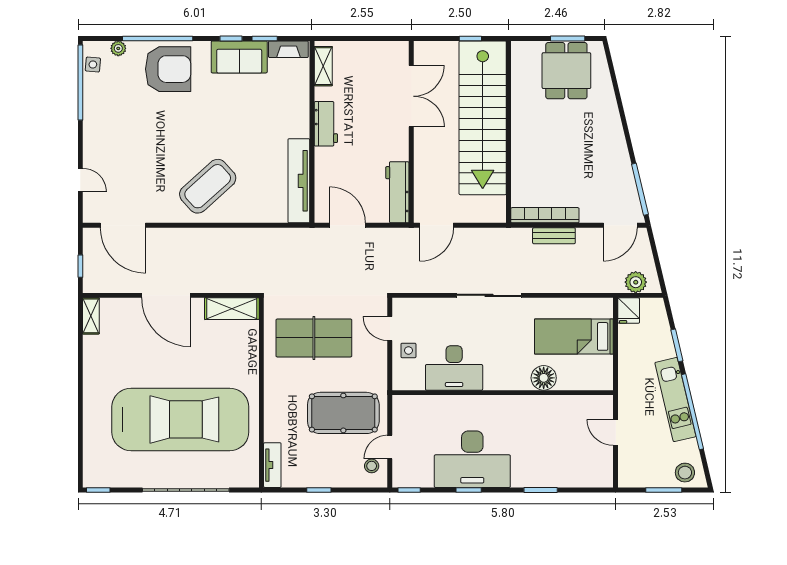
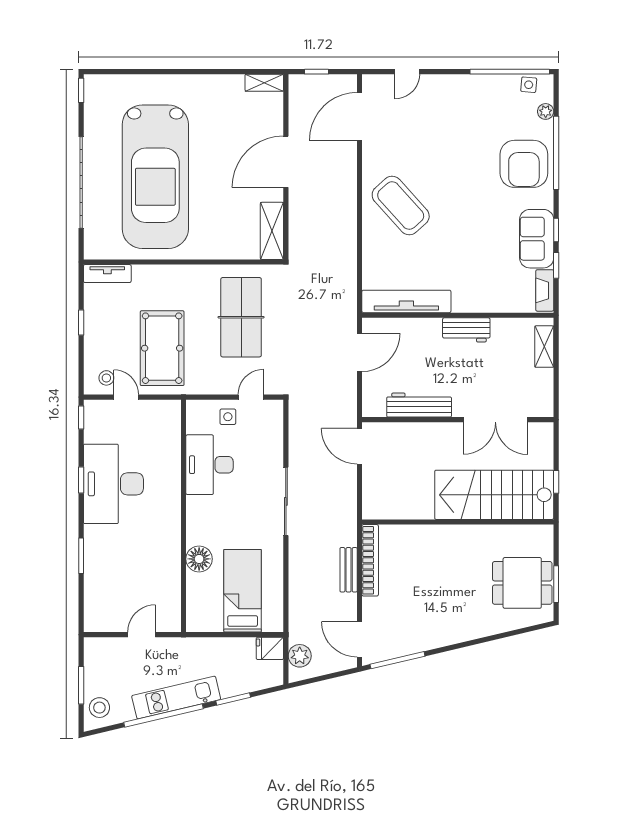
shelving: (323, 66) -> (544, 347), moved, turned 90
stairs: (483, 118) -> (494, 495), width x0.73
workbench: (397, 192) -> (419, 405), moved

